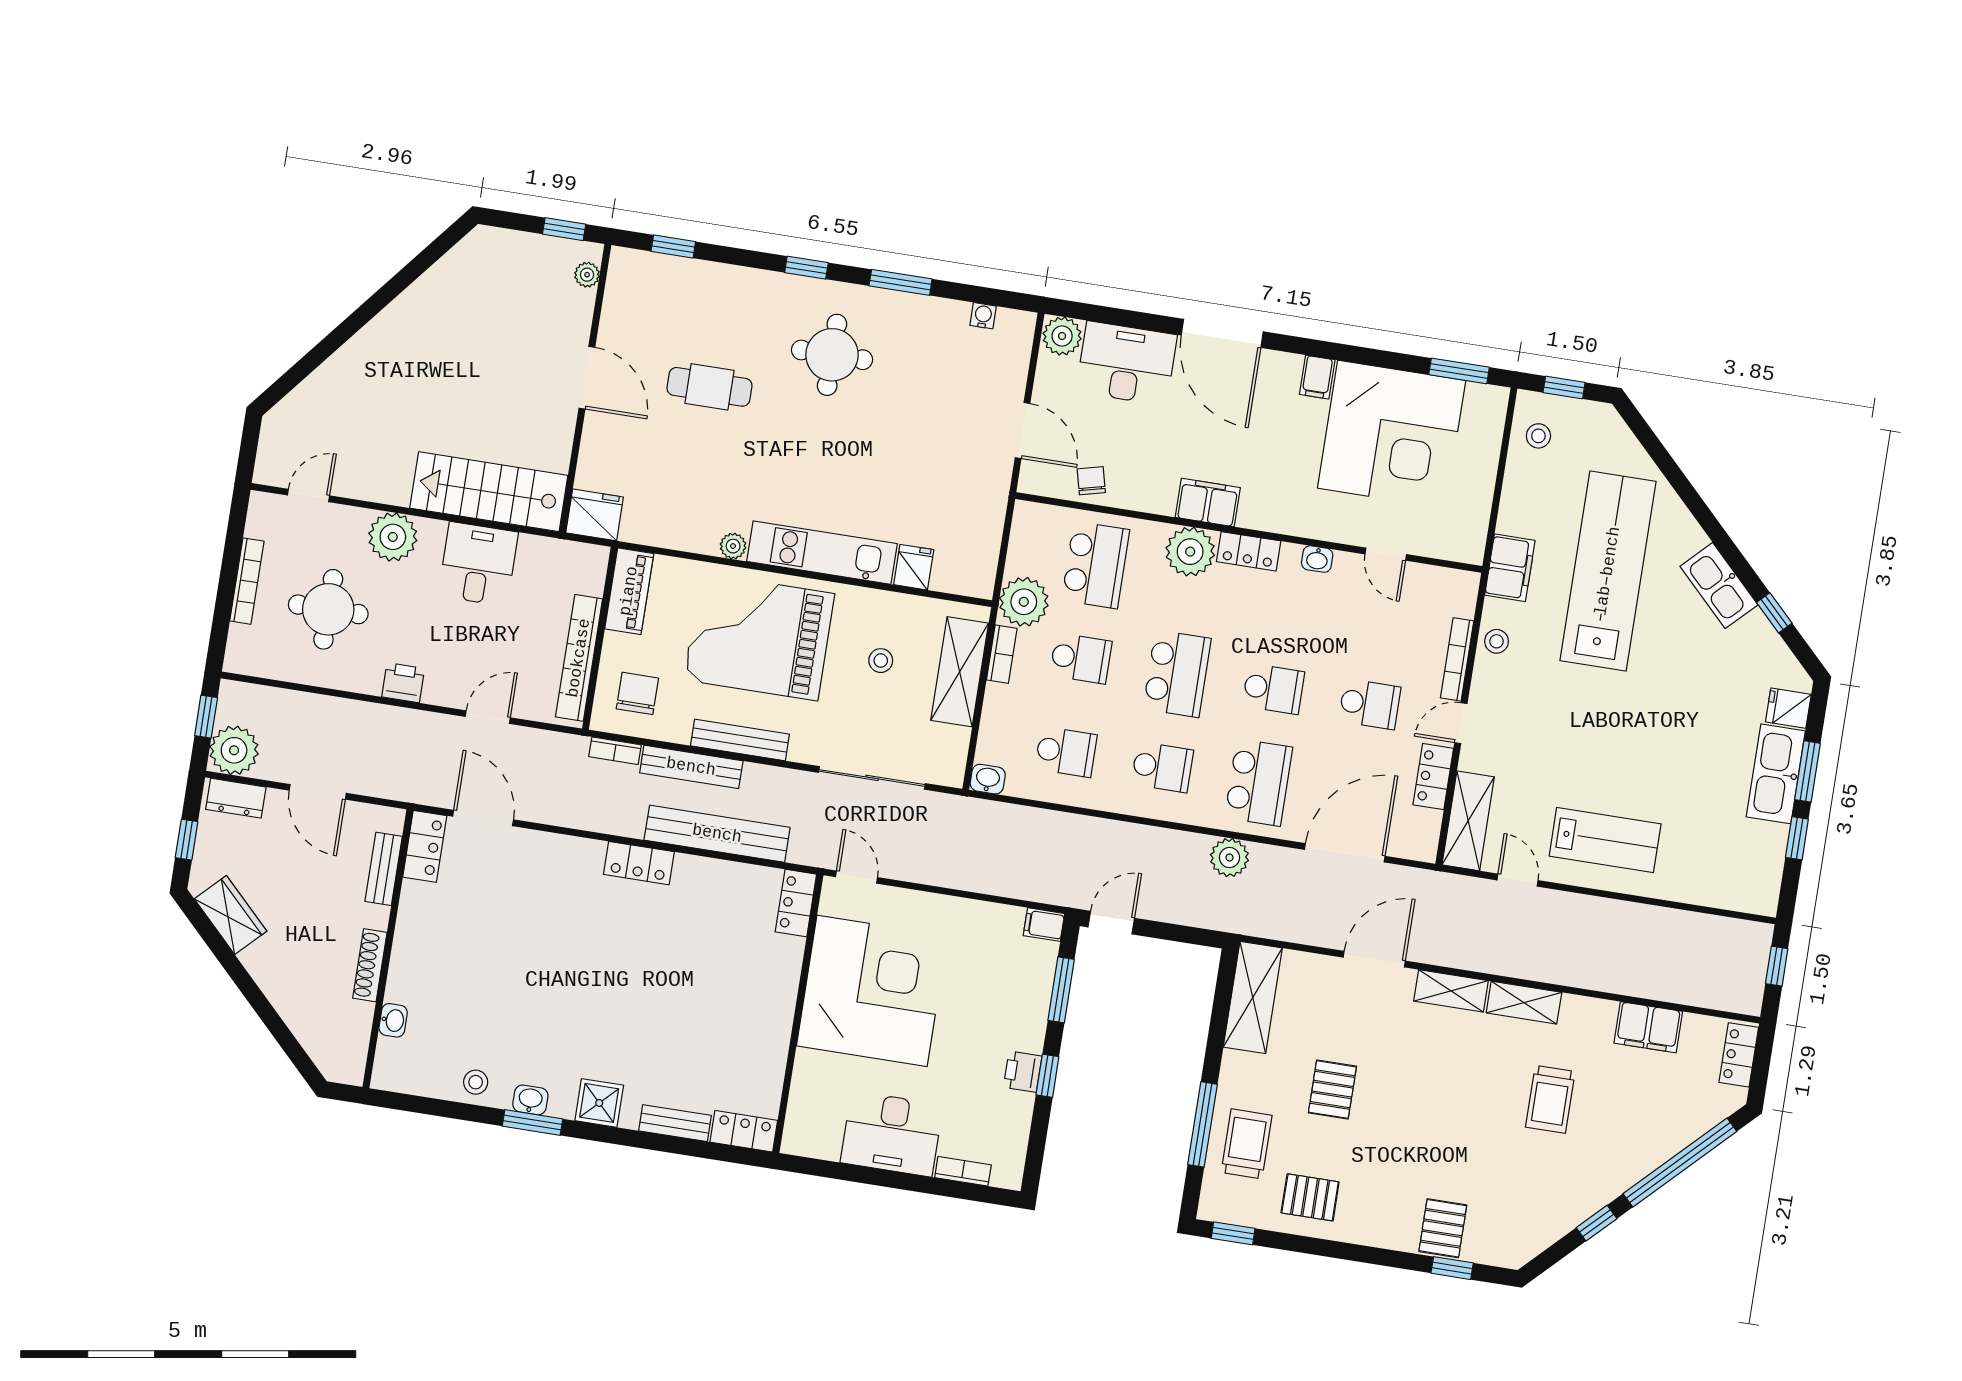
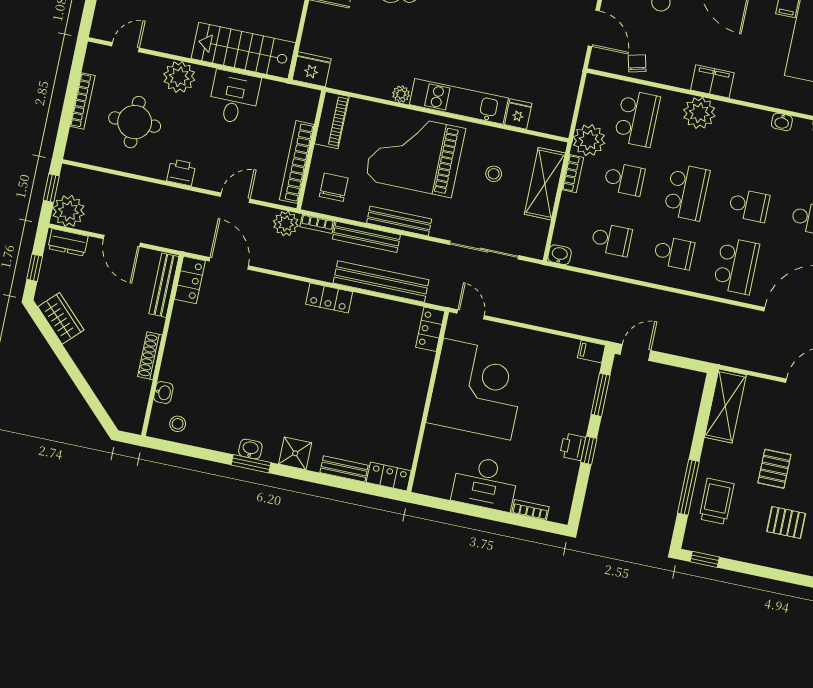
locker: (1249, 551) -> (737, 115), removed
plant: (1229, 858) -> (286, 224), moved
bench: (384, 869) -> (164, 285), width x1.36
stool: (476, 1082) -> (178, 424), moved
pallet: (1310, 1197) -> (786, 522), moved

